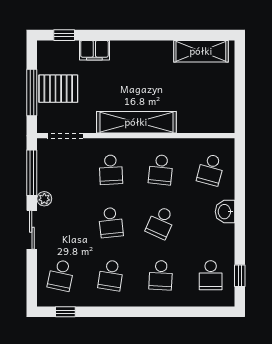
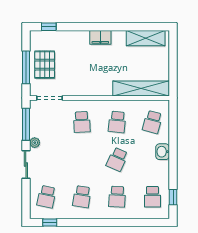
filing cabinet: (94, 50) -> (100, 37), moved
pallet: (58, 89) -> (45, 65), turned 90
shelving: (136, 122) -> (141, 88), moved
school desk: (111, 222) -> (82, 159), removed

